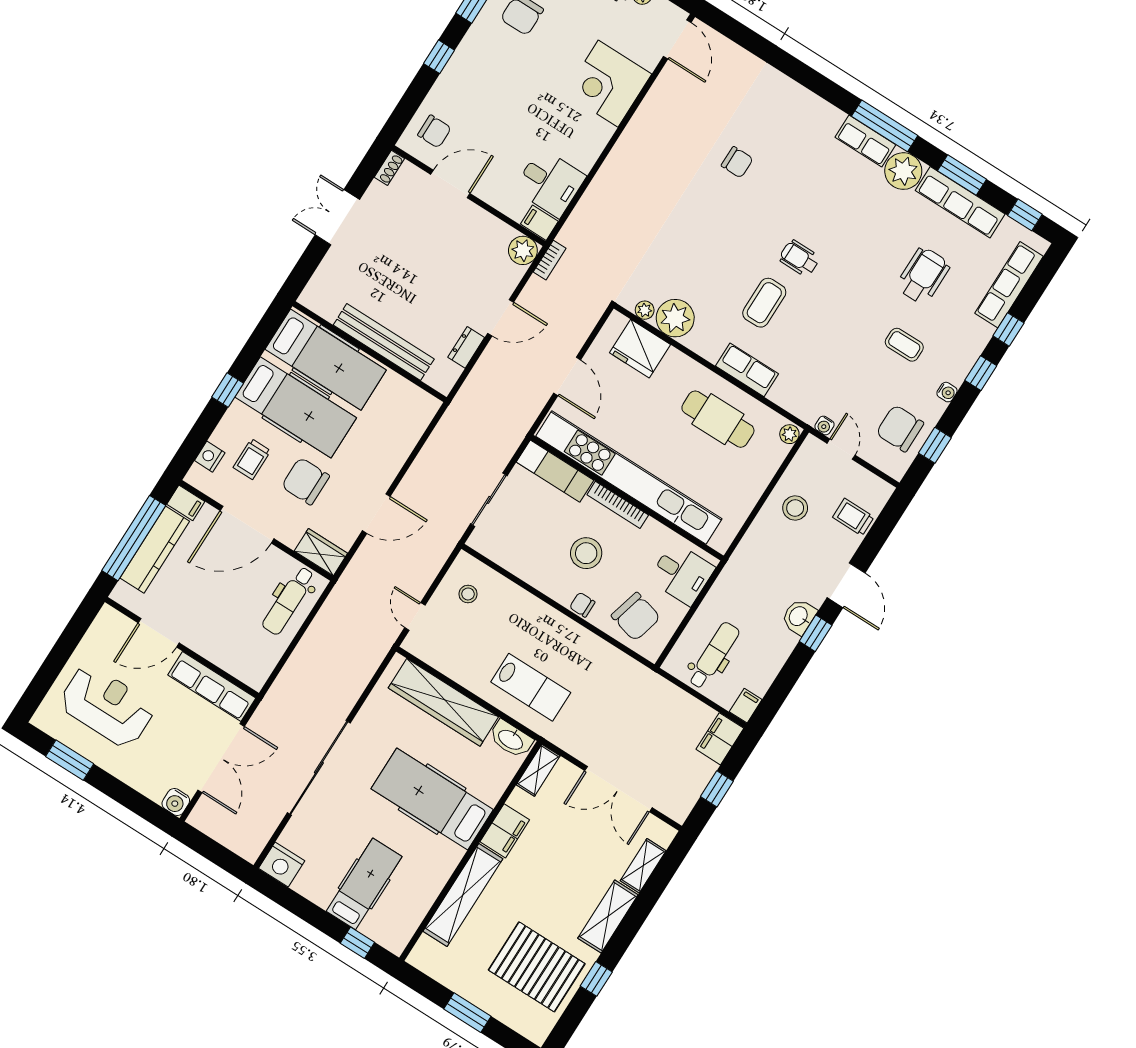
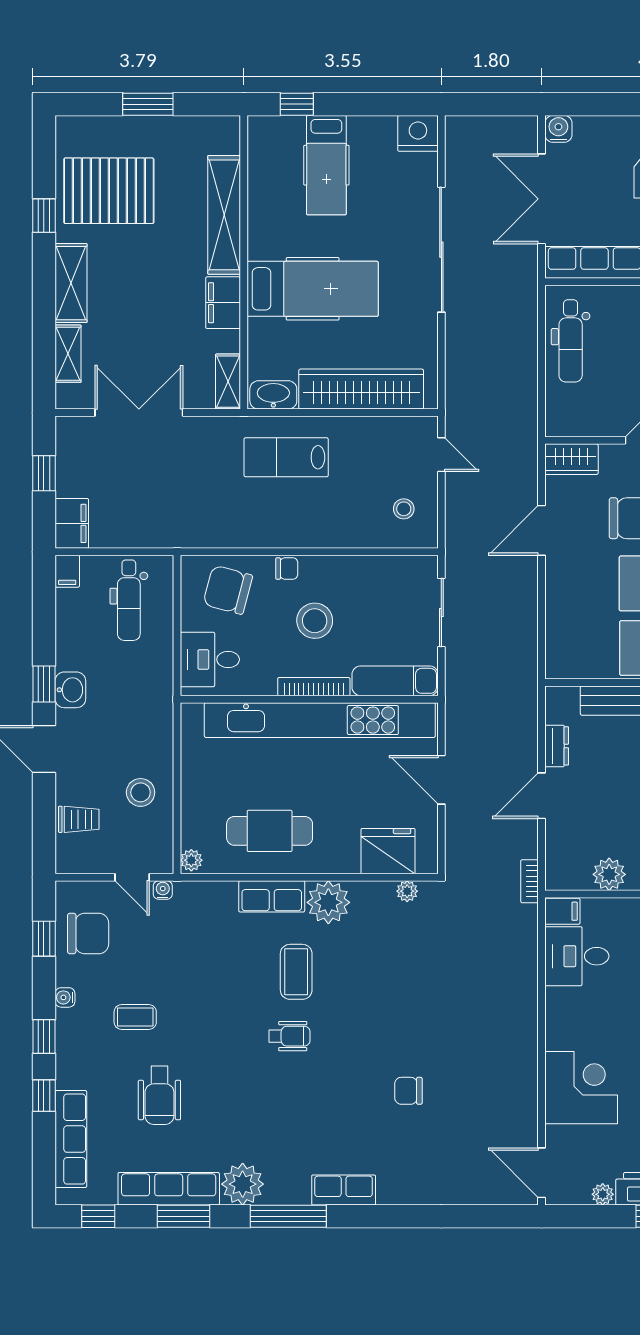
row of seats: (865, 141) -> (344, 1190), moved
plant: (523, 250) -> (609, 874), moved
plant: (675, 318) -> (328, 902), moved
dental chair: (289, 601) -> (571, 341), moved, turned 180

